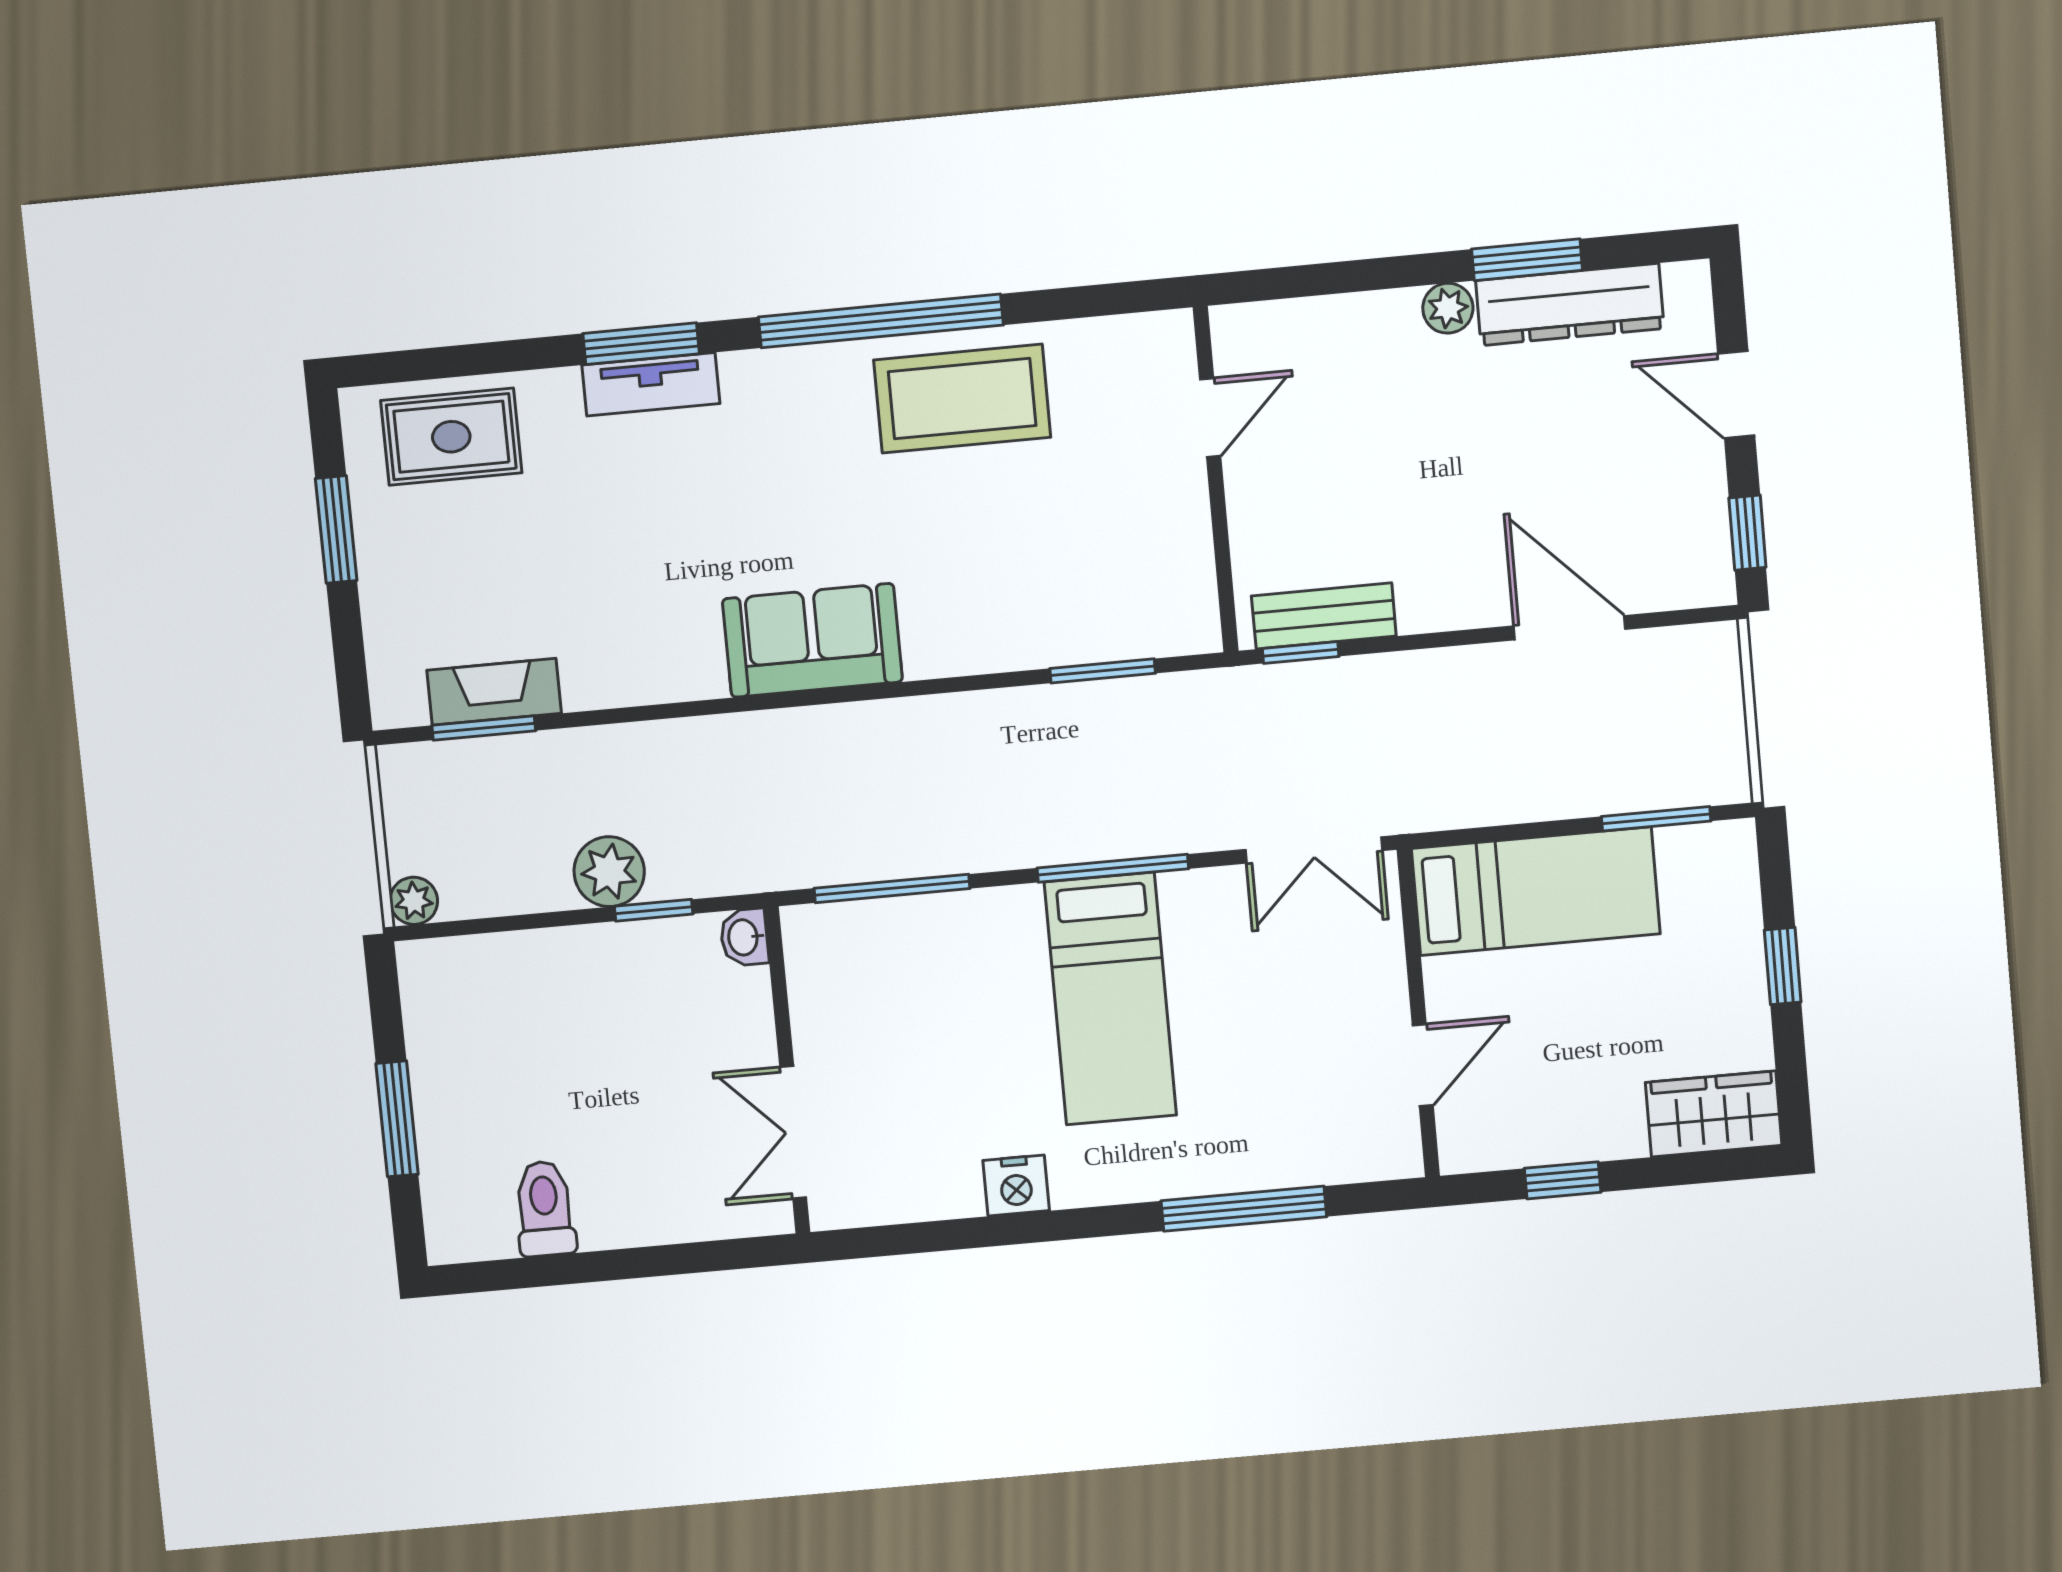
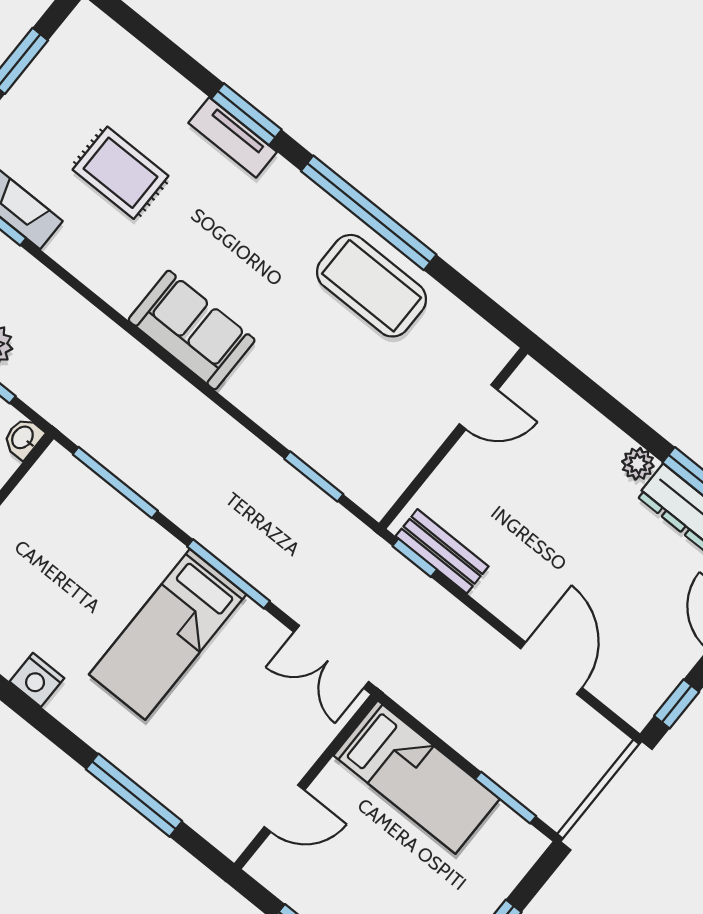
rug: (451, 437) -> (121, 173), moved

